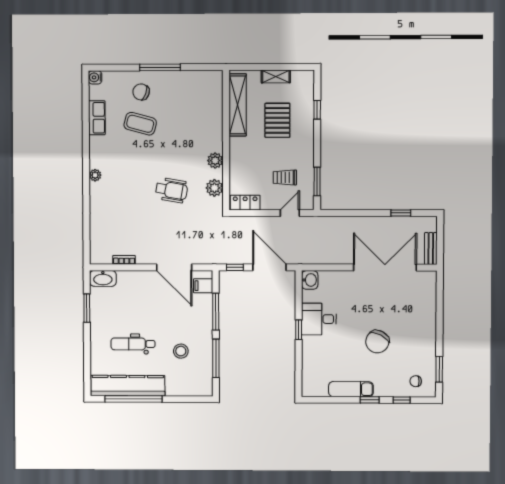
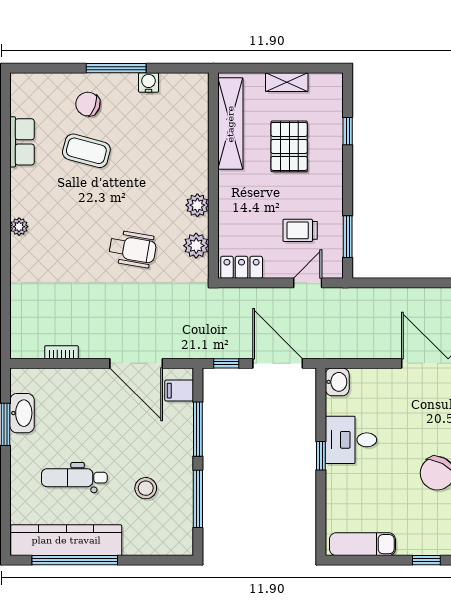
water cooler: (95, 77) -> (149, 82), moved, turned 90
washbasin: (103, 278) -> (22, 413), moved, turned -90
exam couch: (351, 389) -> (362, 544), moved

